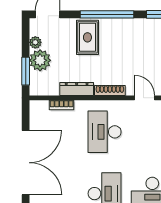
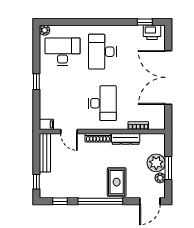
window: (26, 71) -> (168, 168), moved

